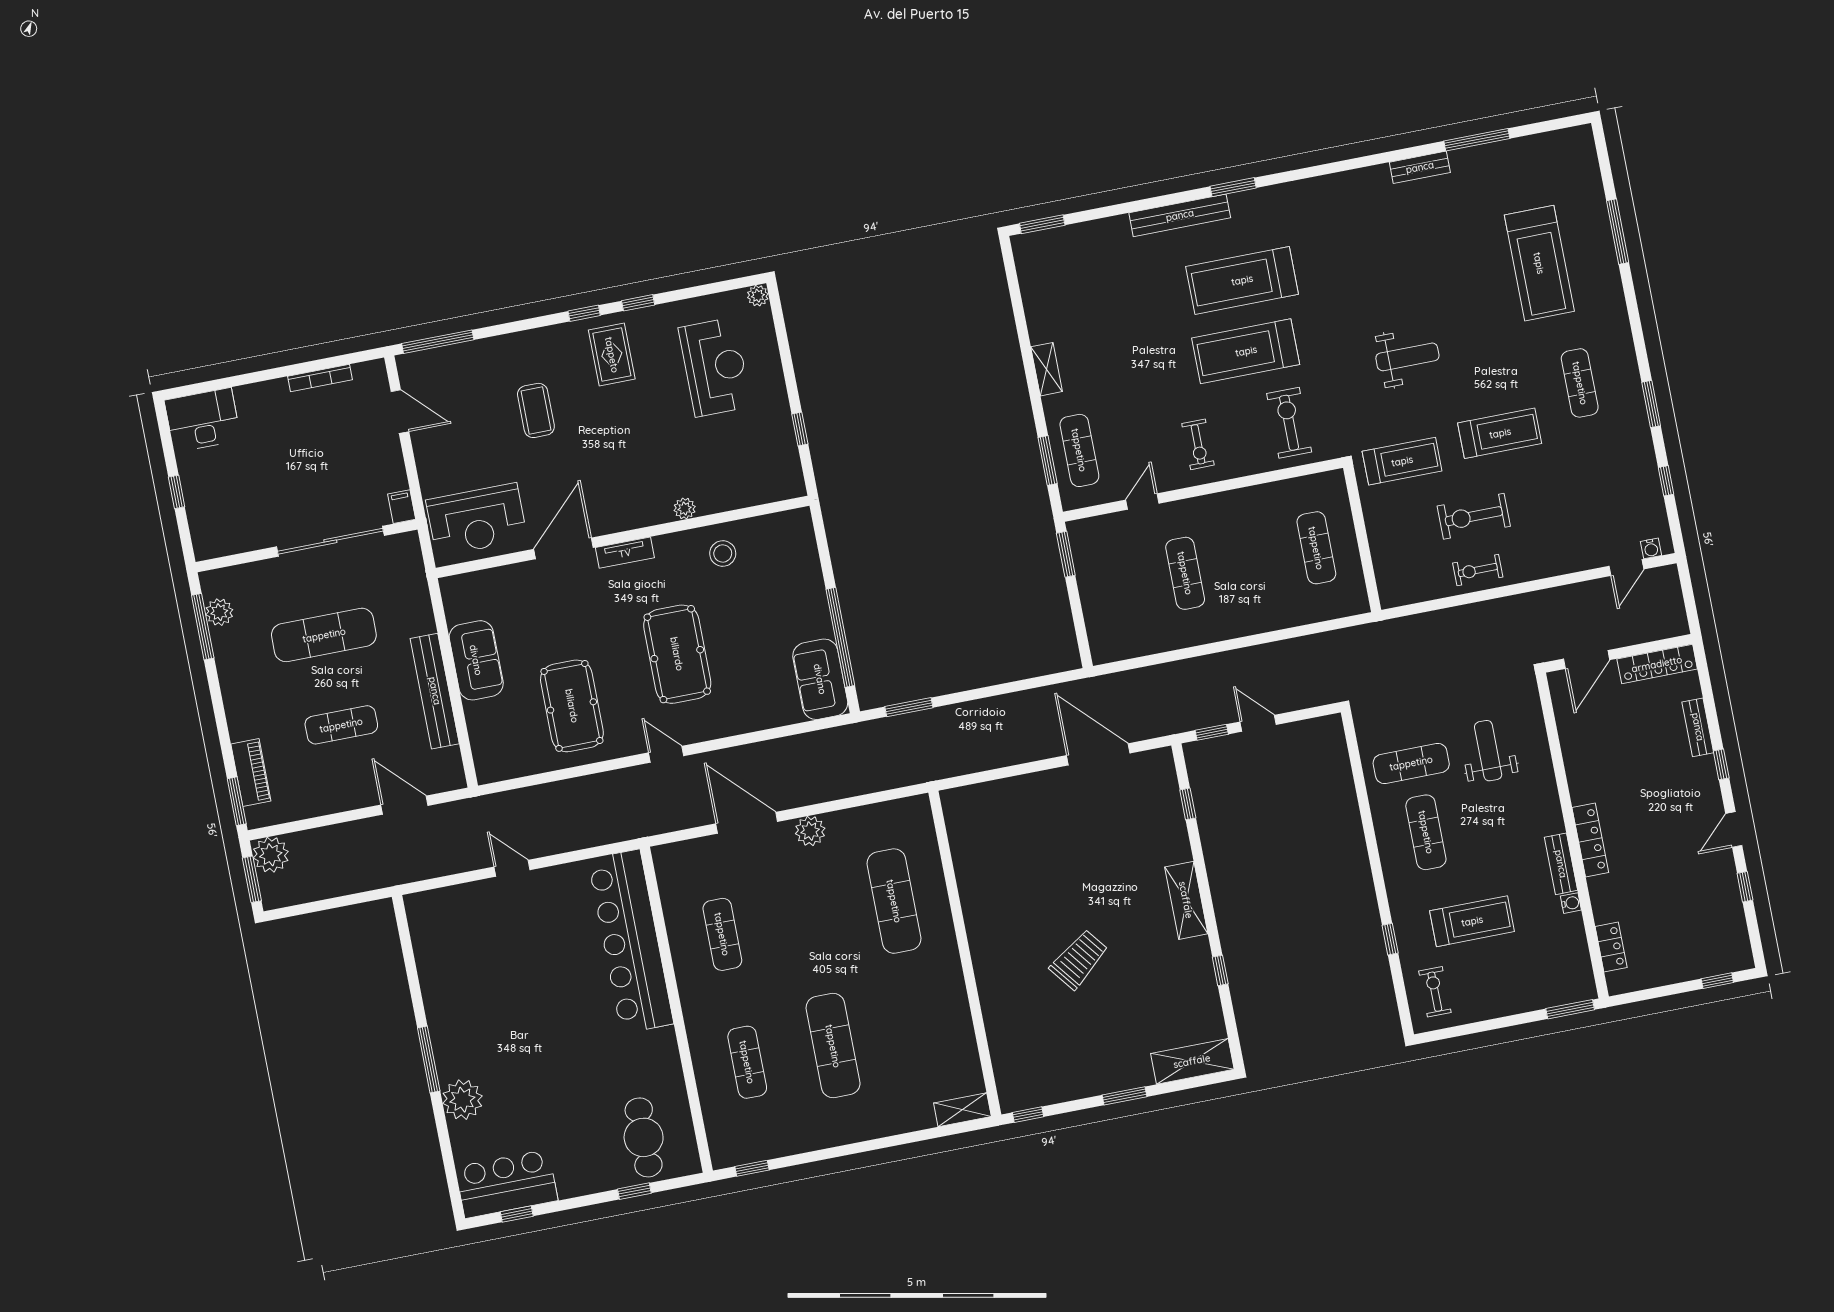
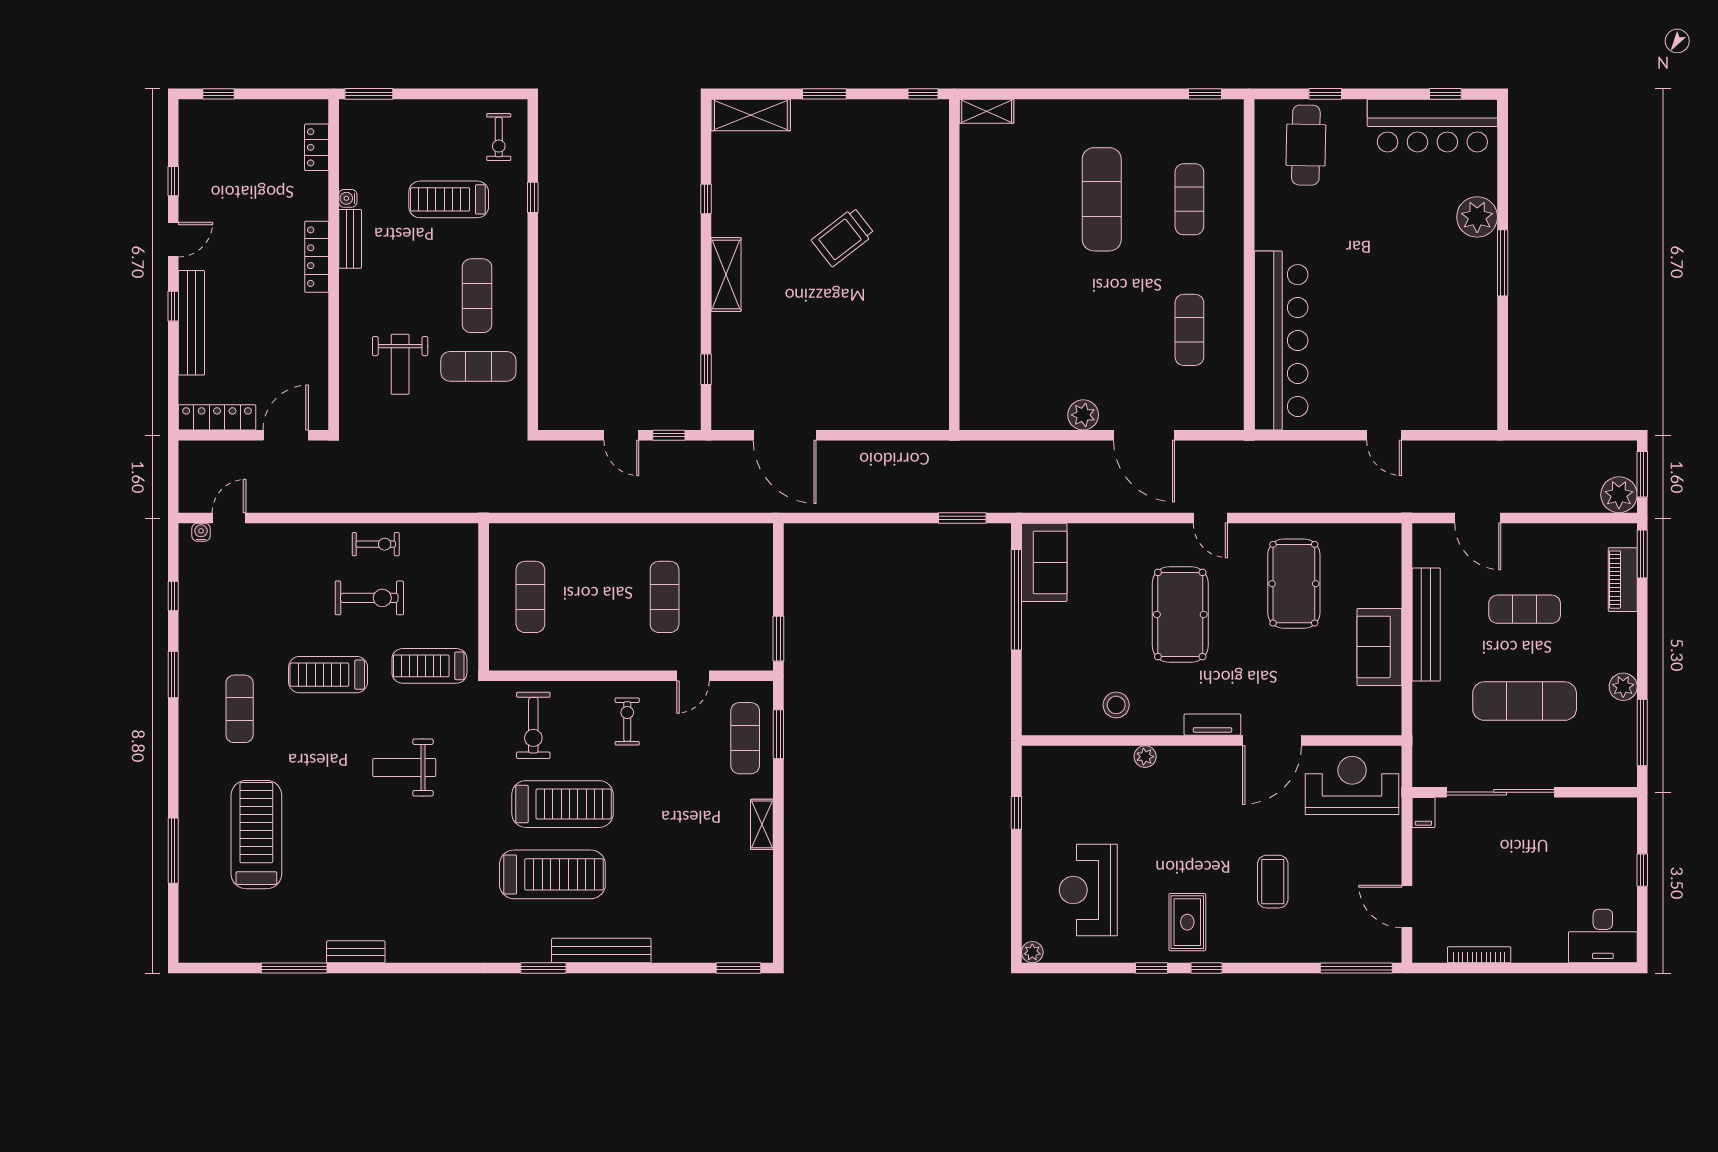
plant: (219, 612) -> (1623, 687), moved
bench: (1698, 727) -> (191, 323), width x1.86, depth x1.21
exercise mat: (894, 901) -> (1014, 330), removed
bar counter: (507, 1184) -> (1432, 126), width x1.36

